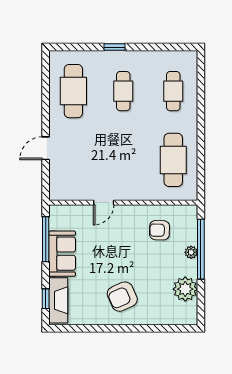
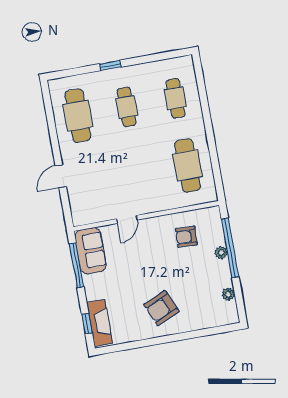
sofa: (62, 254) -> (91, 251), moved
plant: (185, 289) -> (228, 294), width x0.53, depth x0.53

